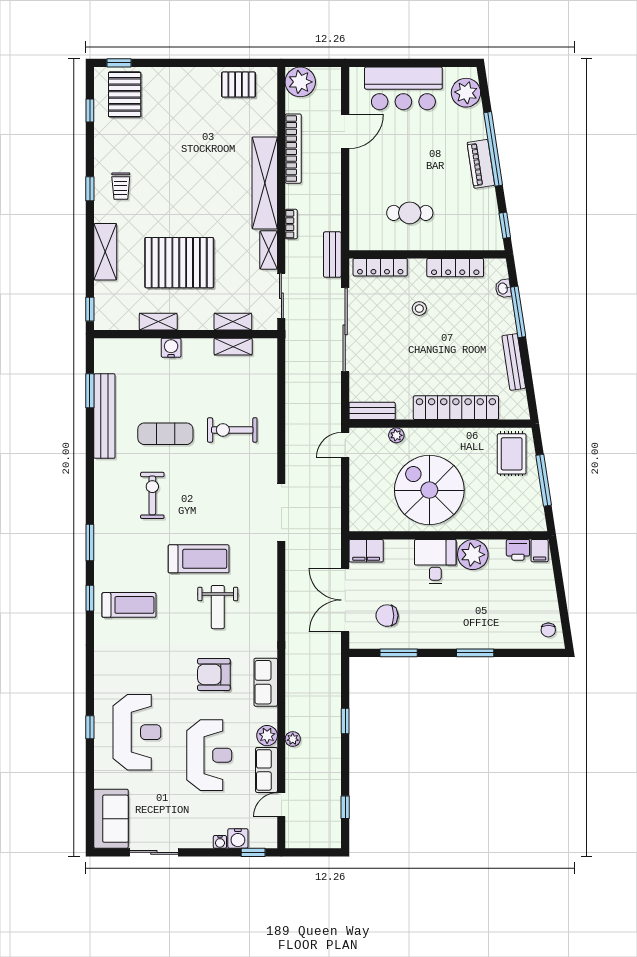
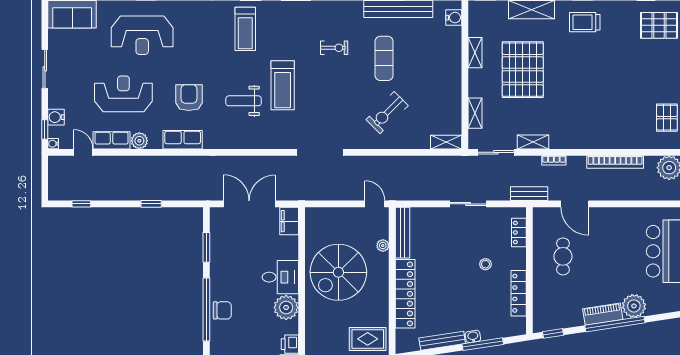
plant: (466, 93) -> (634, 306), moved
door: (345, 131) -> (575, 204), moved
shelving: (265, 183) -> (587, 139), removed
trolley: (121, 186) -> (585, 22), width x1.36, depth x1.39
locker: (380, 267) -> (519, 232), width x0.66
washbasin: (503, 288) -> (473, 336), moved
sliding door: (345, 330) -> (468, 204), width x0.54
shelving: (233, 347) -> (446, 142), moved, turned 90
water cooler: (171, 348) -> (454, 18), moved
bench: (372, 411) -> (402, 233), width x1.36
exercise bike: (232, 430) -> (387, 113), turned -135
spiral stairs: (429, 490) -> (338, 272), turned 180
exercise bike: (152, 495) -> (334, 48), width x0.73, depth x0.72
chair: (387, 616) -> (222, 310), moved, turned 90
window: (475, 653) -> (206, 309), width x2.11
plant: (293, 739) -> (137, 162), removed
reception desk: (209, 755) -> (123, 94), turned 180
water cooler: (220, 842) -> (53, 144), moved
sliding door: (154, 852) -> (45, 69), moved

